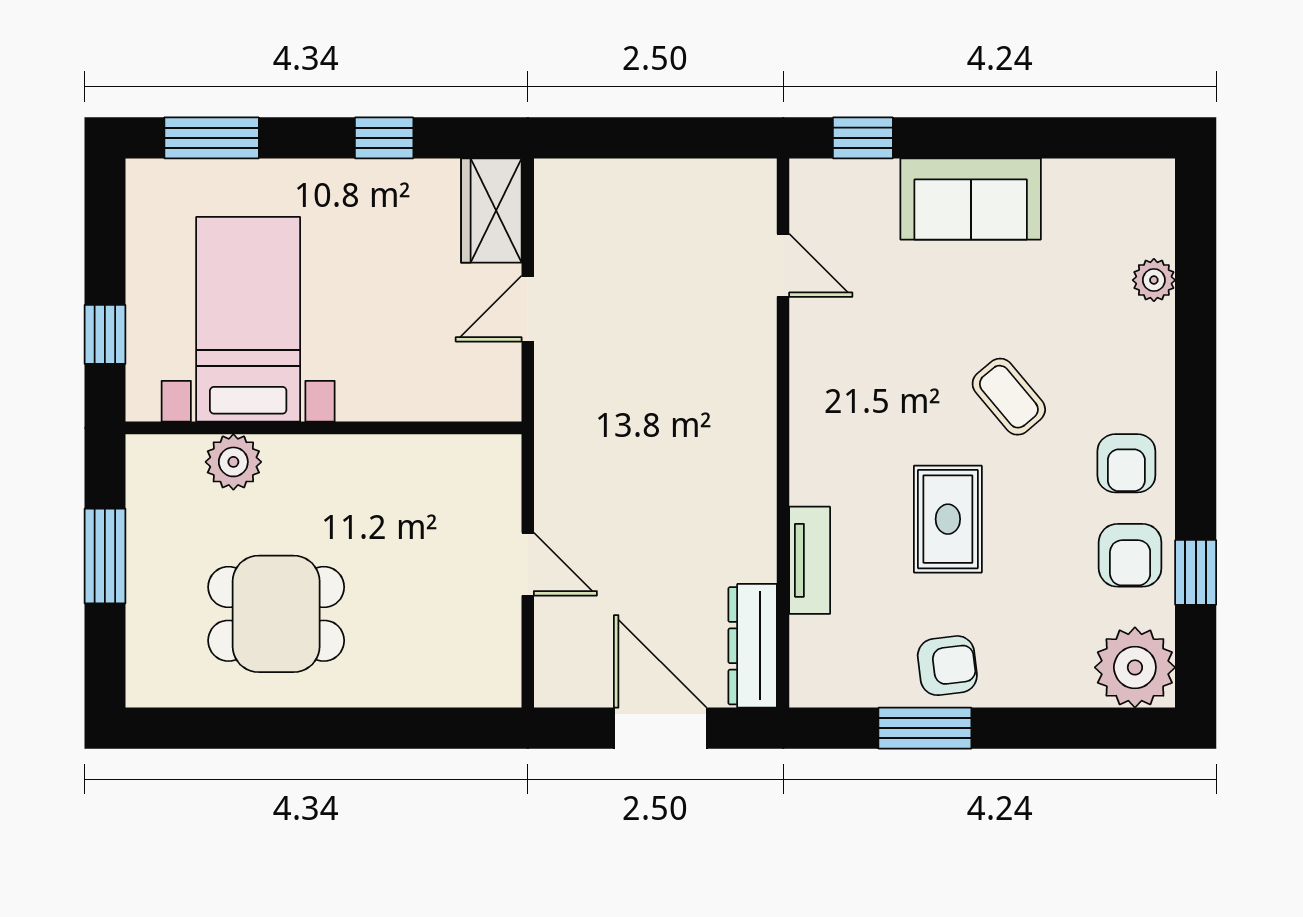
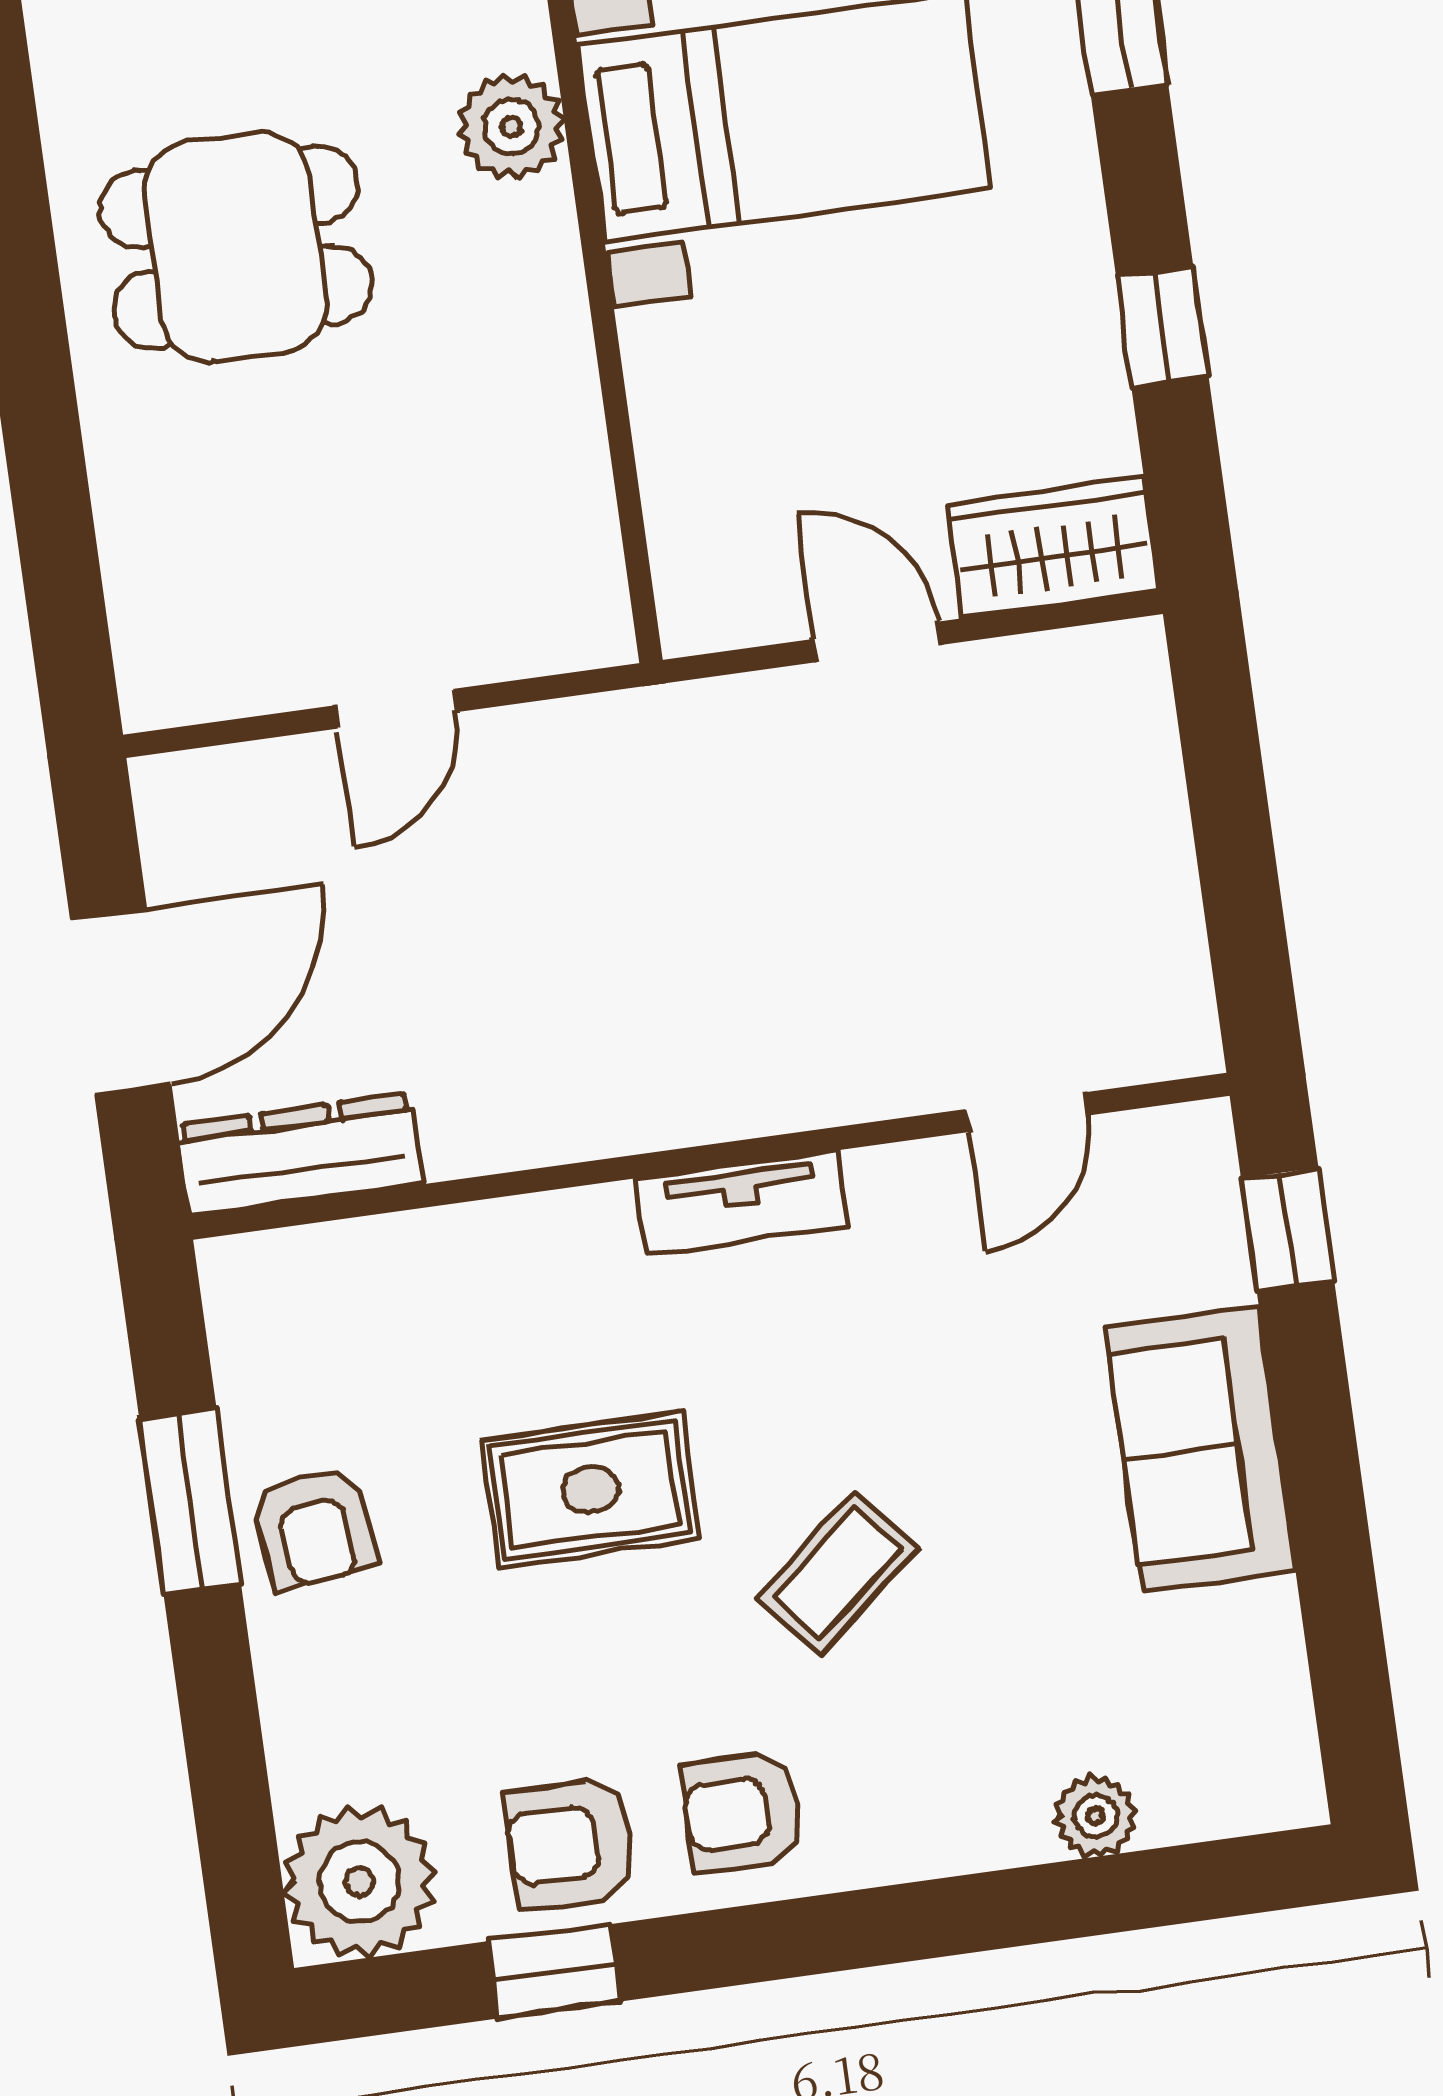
tv unit: (810, 560) -> (742, 1203), moved
dining table: (276, 614) -> (236, 247), turned 90

